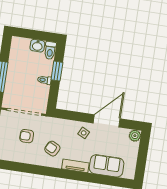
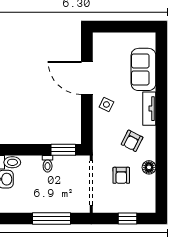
window: (57, 71) -> (63, 150), moved
plant: (135, 136) -> (100, 40), removed
floor lamp: (30, 159) -> (149, 167), added

